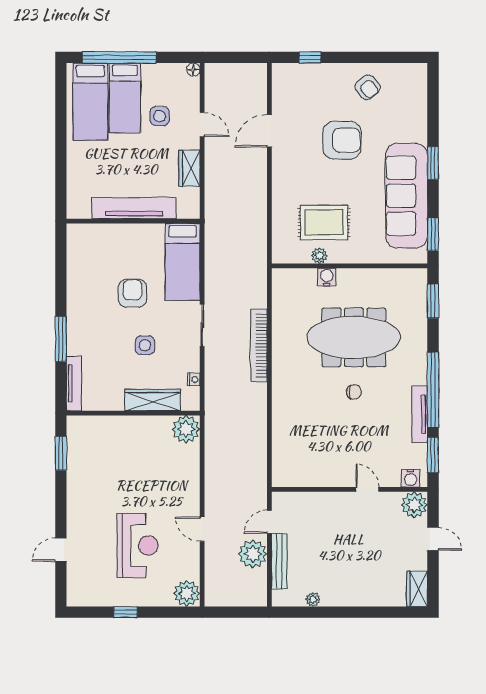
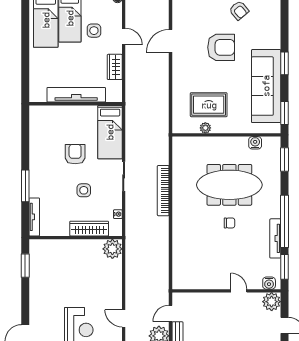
water cooler: (327, 277) -> (255, 143), moved

